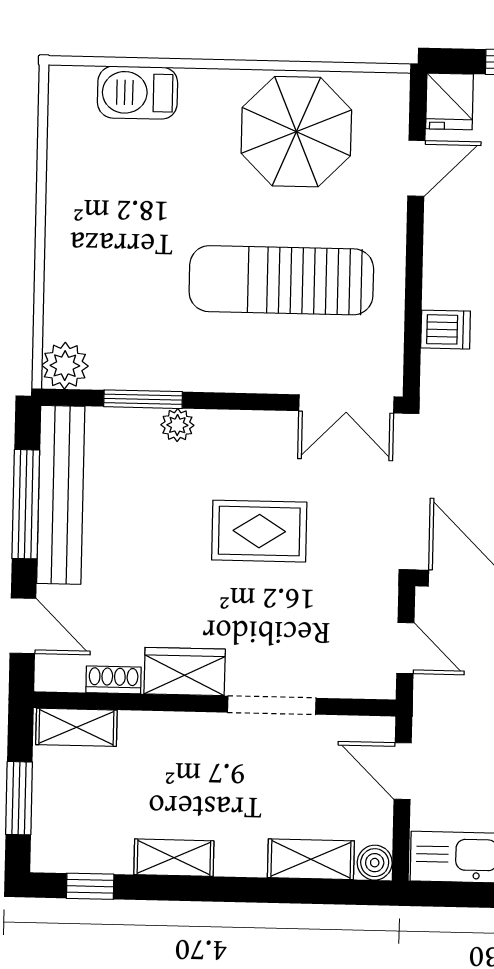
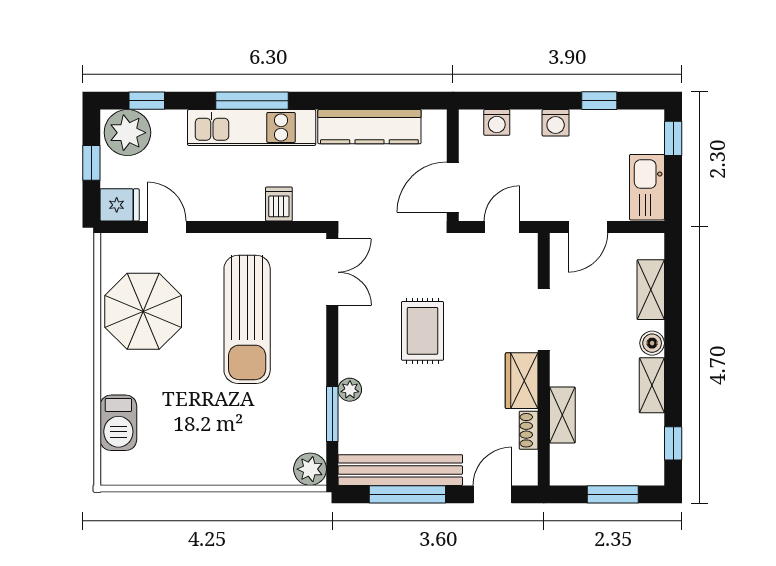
shelving: (76, 727) -> (562, 415), moved
boiler: (375, 863) -> (652, 343), moved

